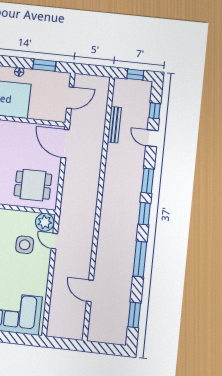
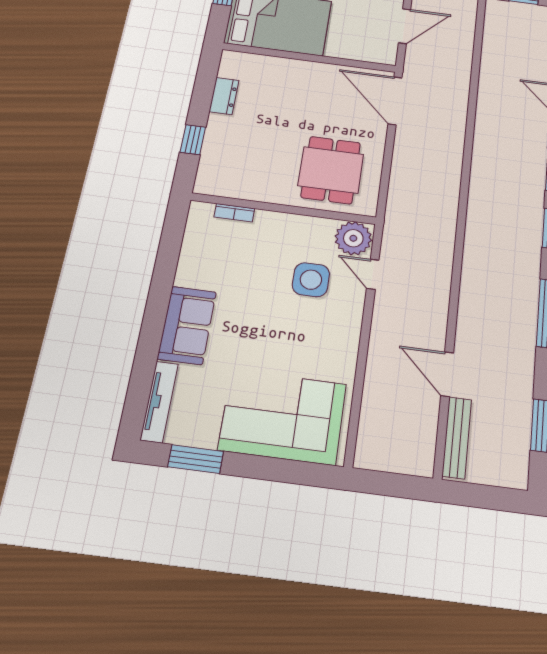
bench: (114, 125) -> (457, 438), moved
dining table: (33, 185) -> (331, 170), turned 90

